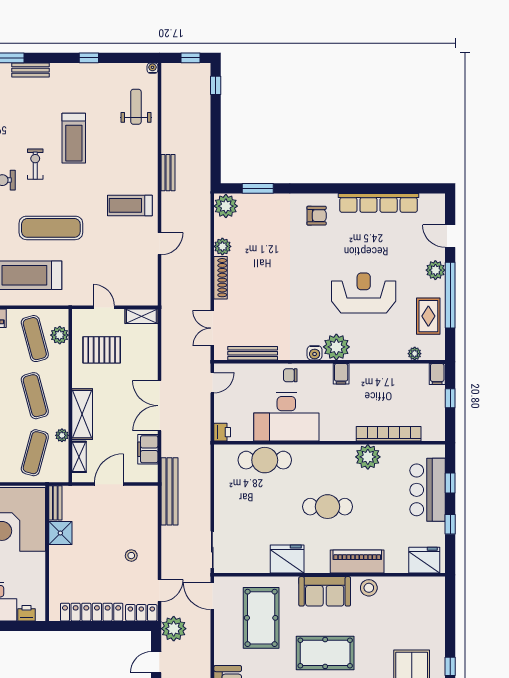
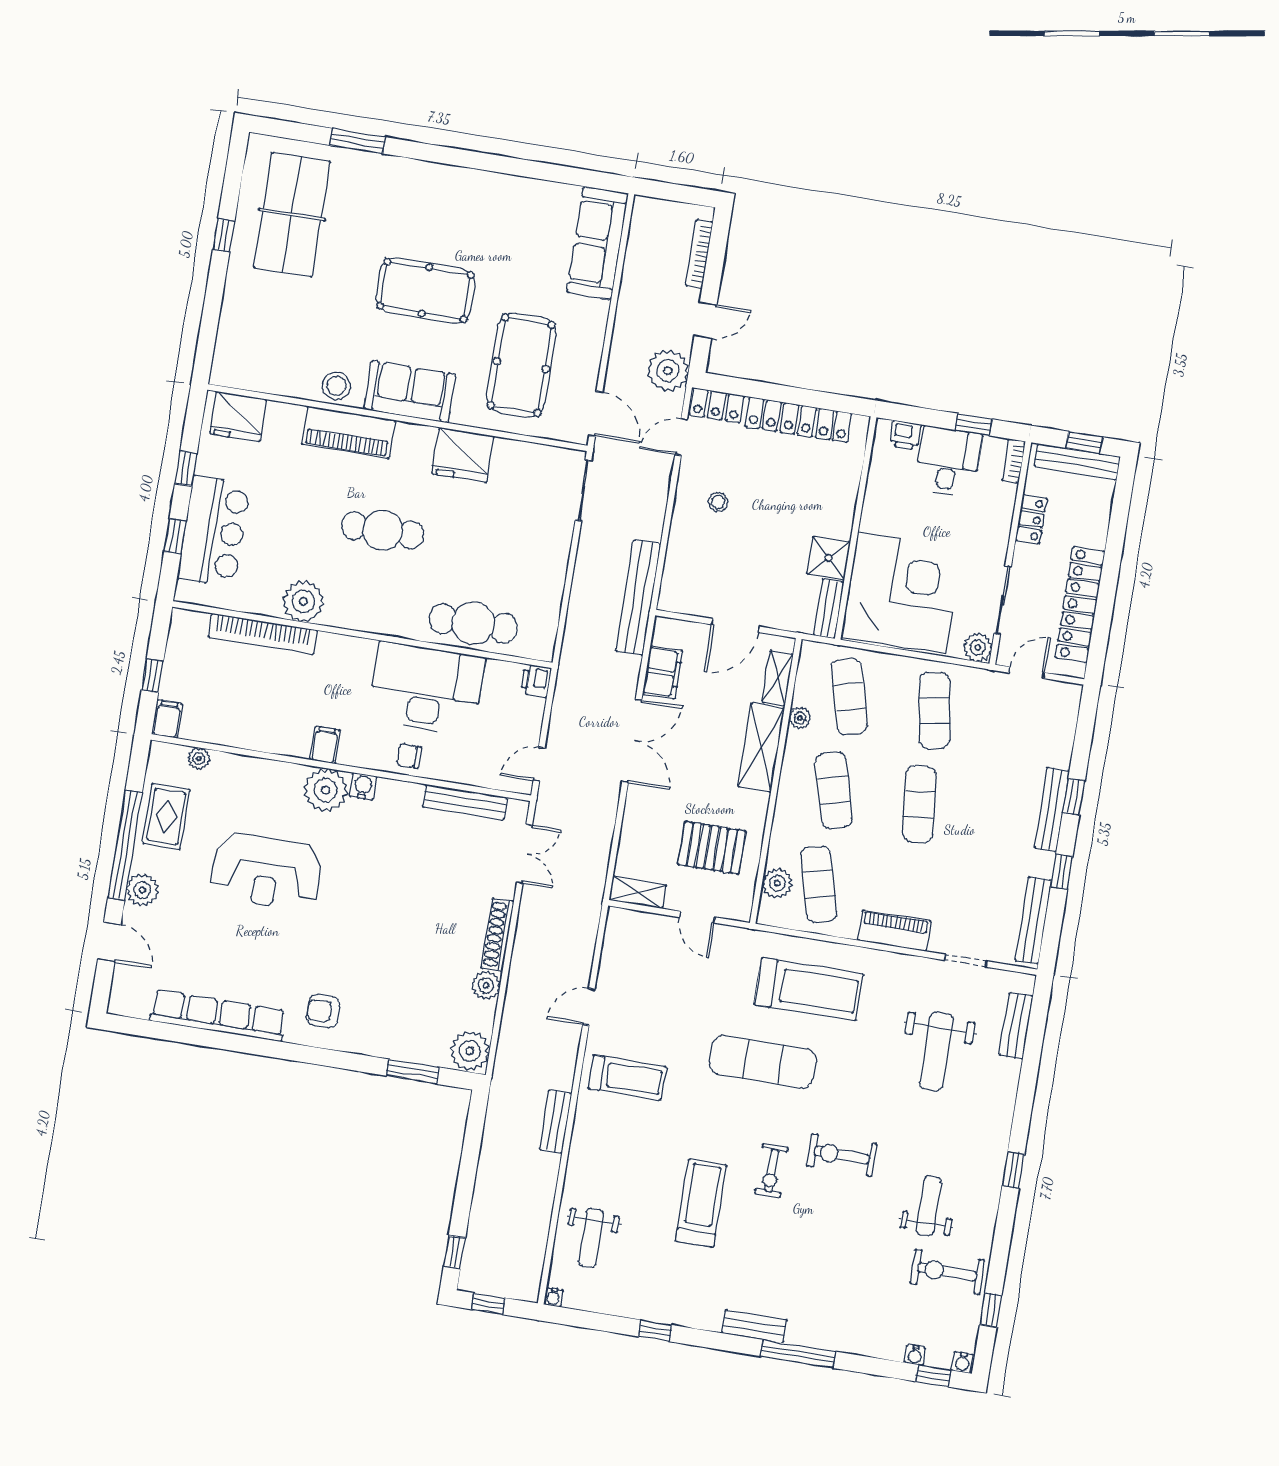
chair: (290, 375) -> (409, 756), turned 180
exercise mat: (35, 453) -> (849, 697), turned -30

